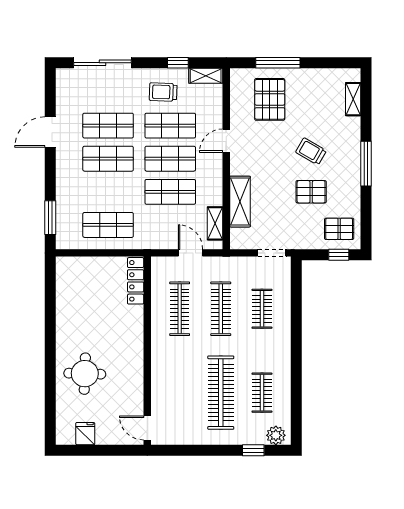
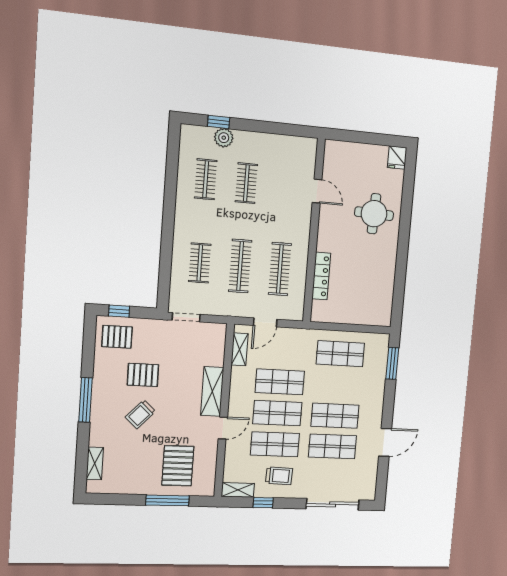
trolley: (311, 151) -> (140, 414), turned 103
shelving: (240, 202) -> (212, 391), moved
door: (191, 253) -> (265, 322), hinge flipped
locker: (136, 281) -> (321, 276), moved
clothes rail: (221, 393) -> (246, 183), width x0.54, depth x0.76
door: (147, 428) -> (317, 191), moved
fridge: (85, 434) -> (397, 158), moved
plant: (276, 435) -> (224, 138), moved

